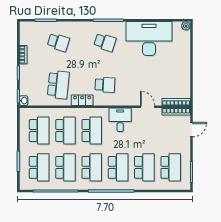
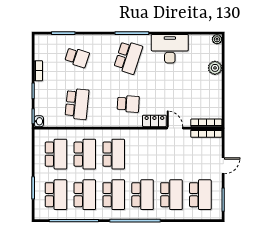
desk: (149, 38) -> (170, 49), width x0.73, depth x0.77
school desk: (105, 42) -> (128, 57), width x1.85
plant: (184, 52) -> (215, 68), added
locker: (82, 100) -> (154, 121), moved
desk: (120, 120) -> (145, 142), removed
door: (192, 130) -> (223, 166), moved

